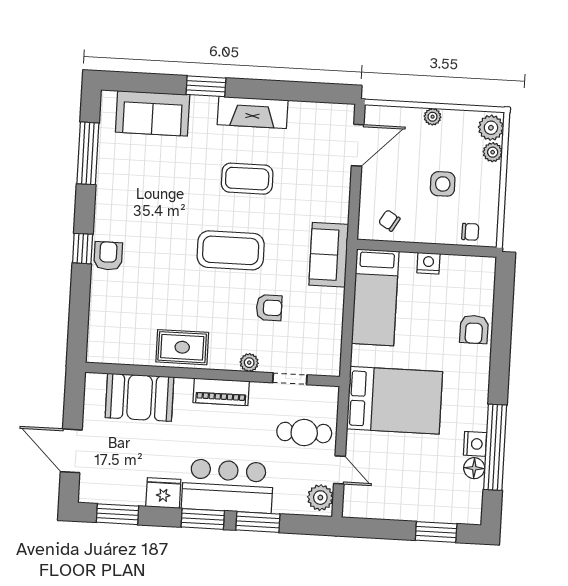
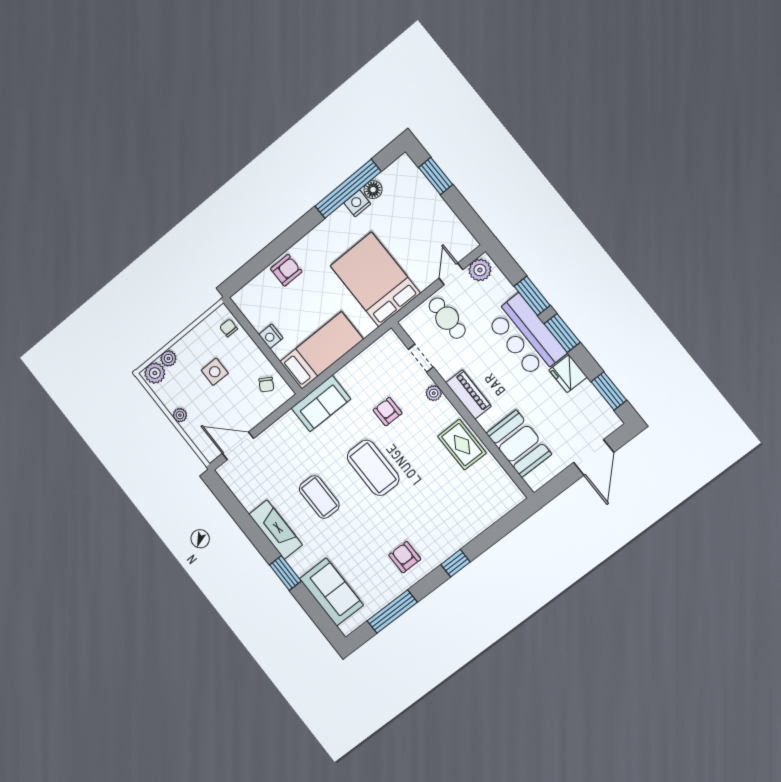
armchair: (108, 256) -> (405, 557), moved, turned 90

